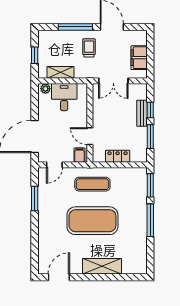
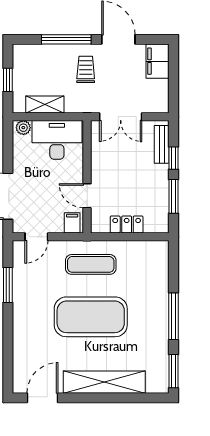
filing cabinet: (139, 58) -> (157, 61), moved
desk: (64, 97) -> (57, 140), width x1.37
bench: (142, 113) -> (162, 144), moved
window: (150, 185) -> (174, 371), moved
shelving: (102, 266) -> (104, 382), width x1.47

